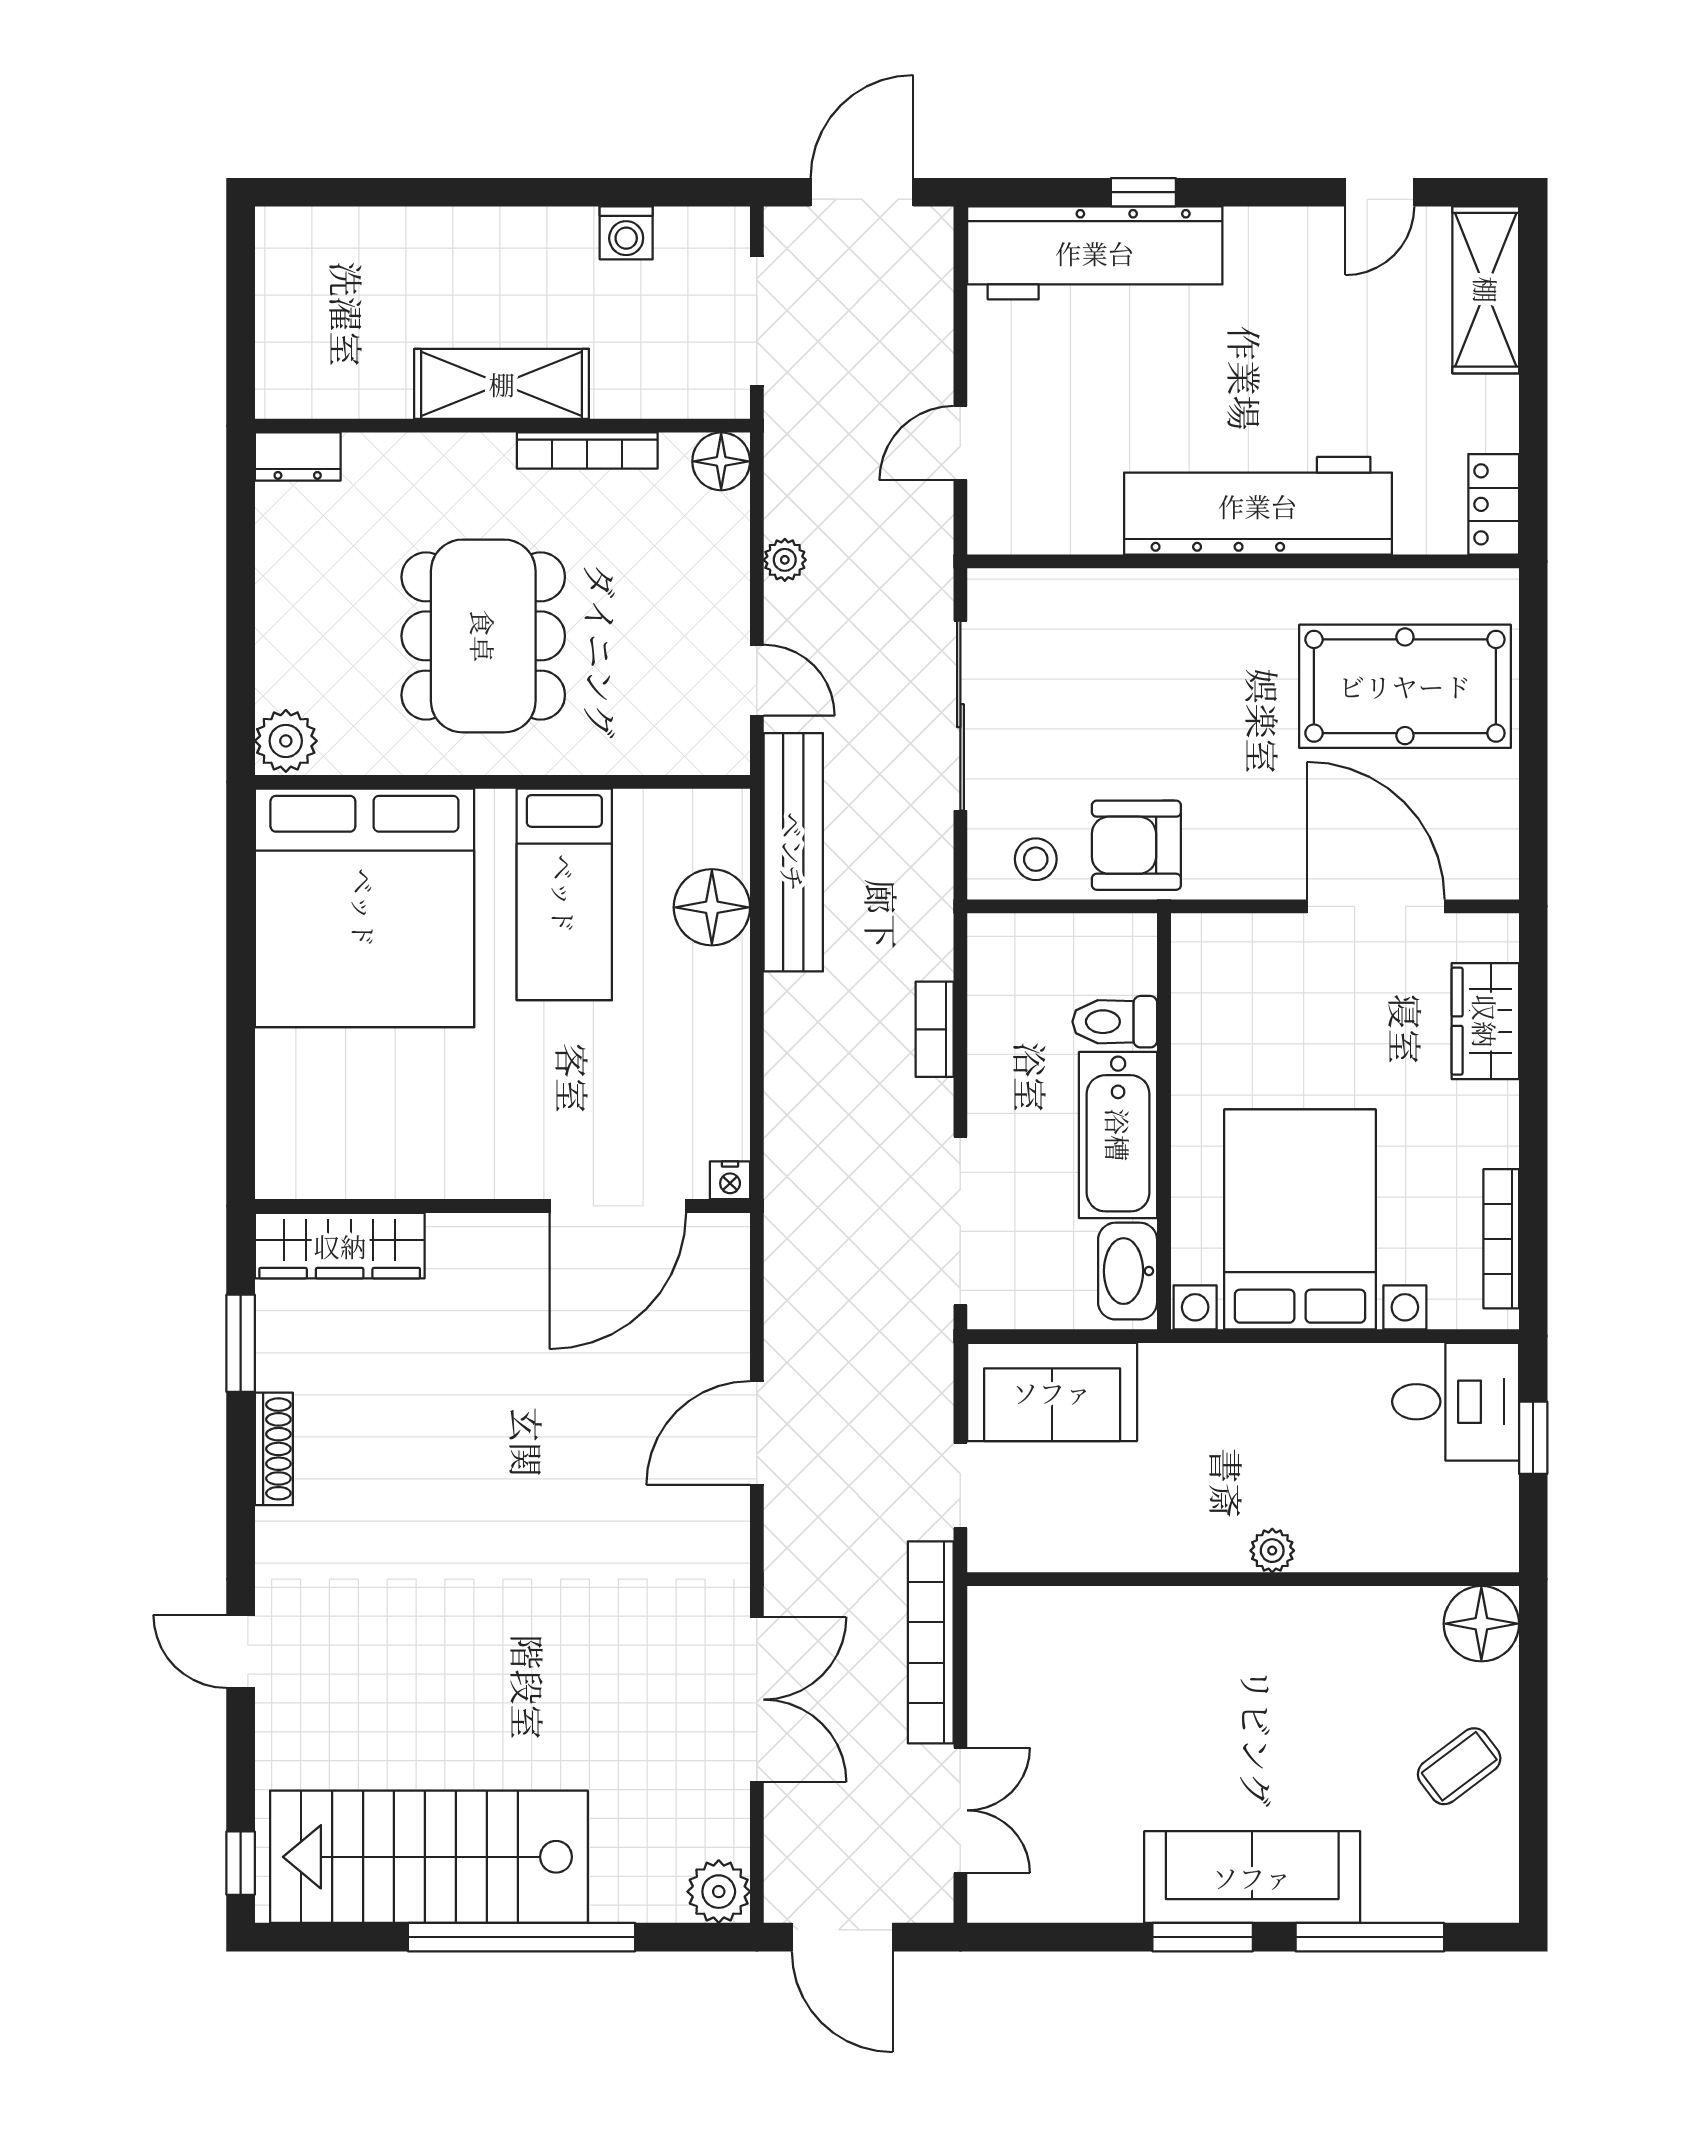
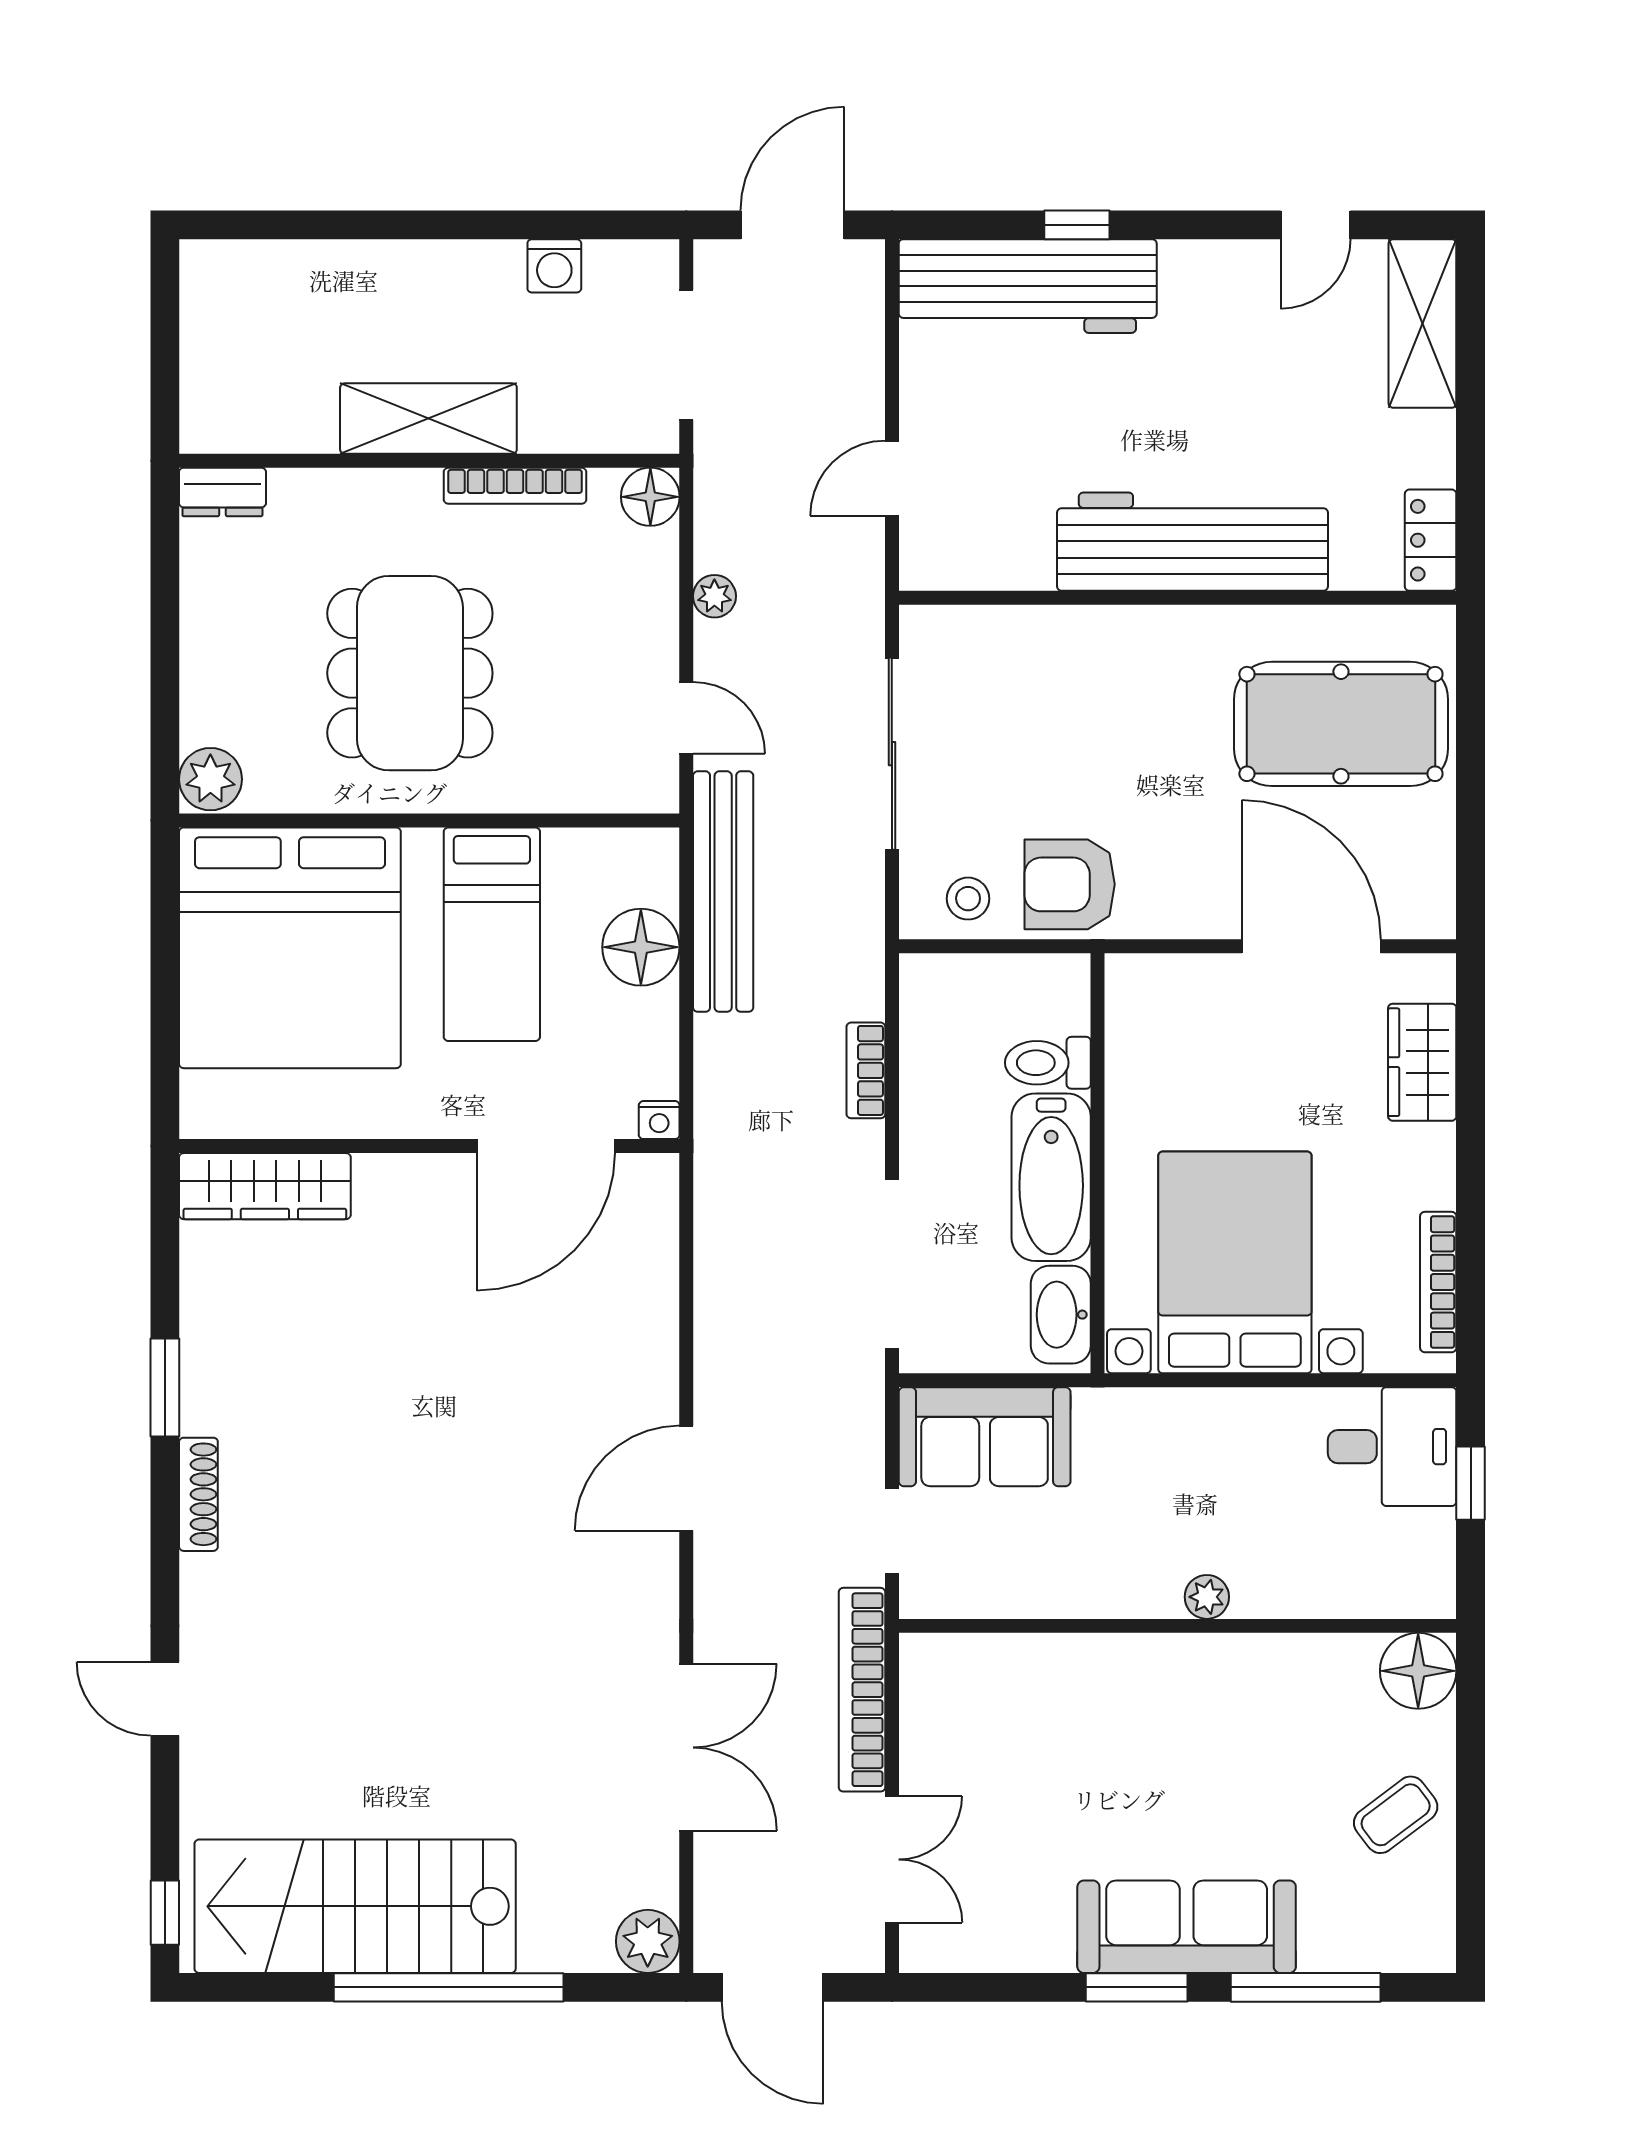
nightstand: (730, 1180) -> (659, 1120), moved
wall: (502, 1206) -> (429, 1146), moved
door: (618, 1206) -> (546, 1146), moved
wardrobe: (340, 1246) -> (265, 1186), moved

